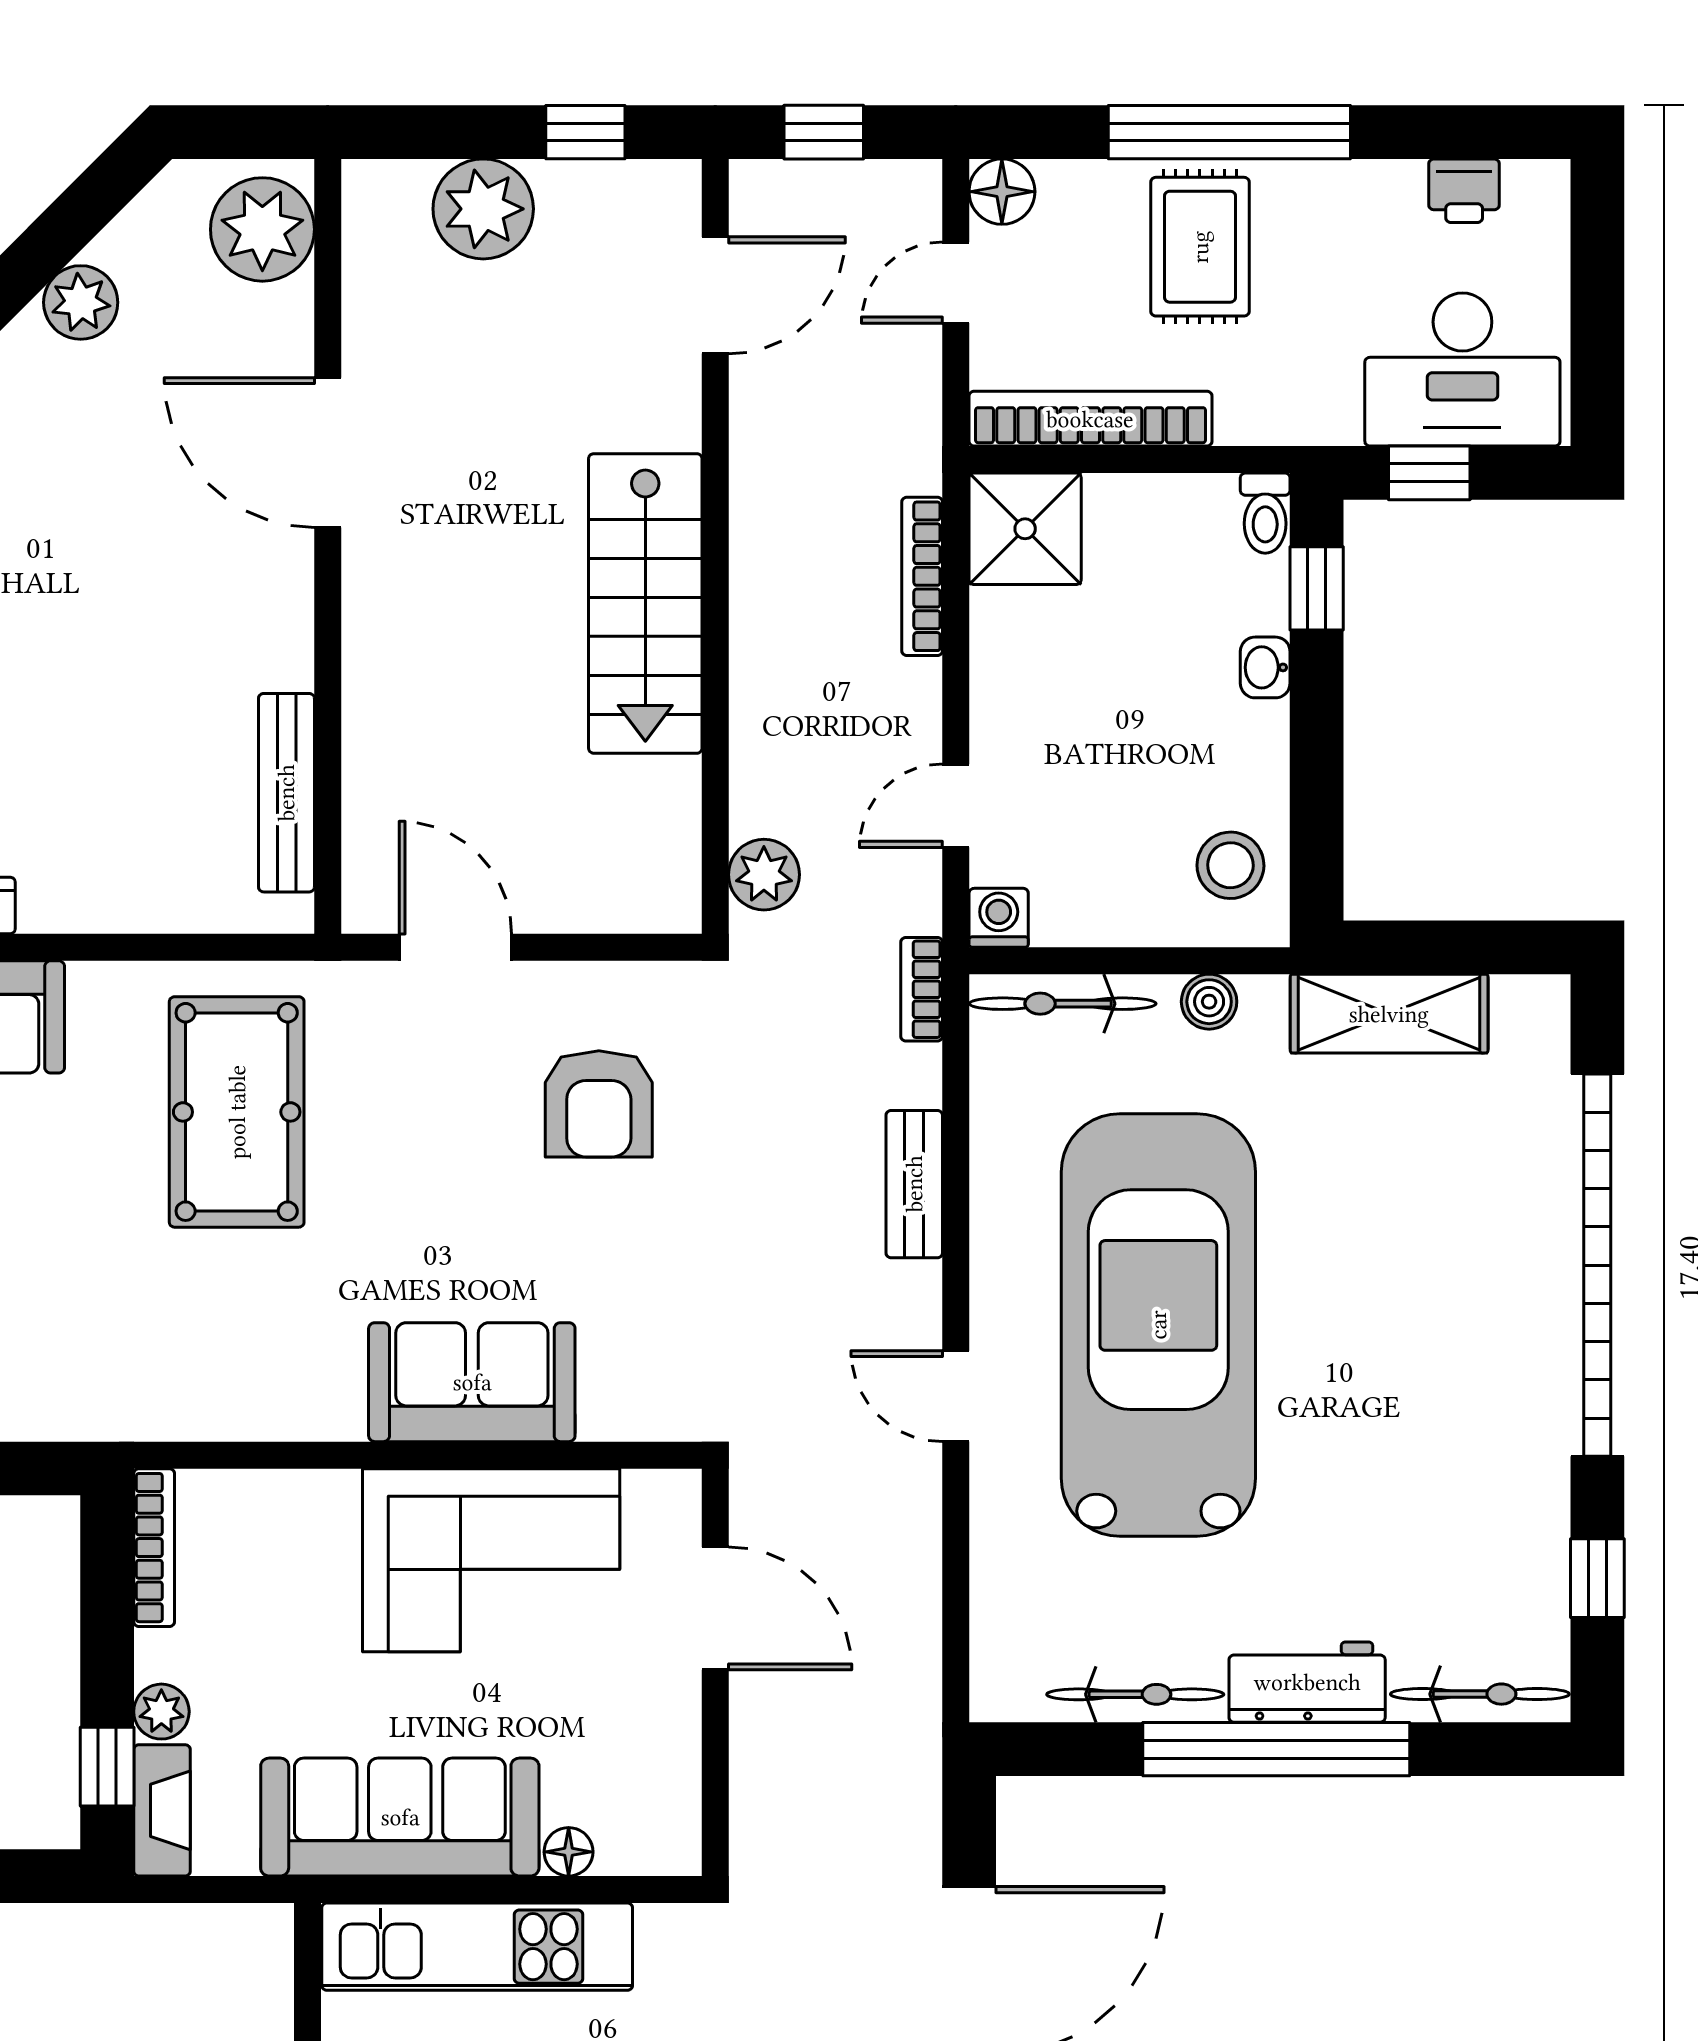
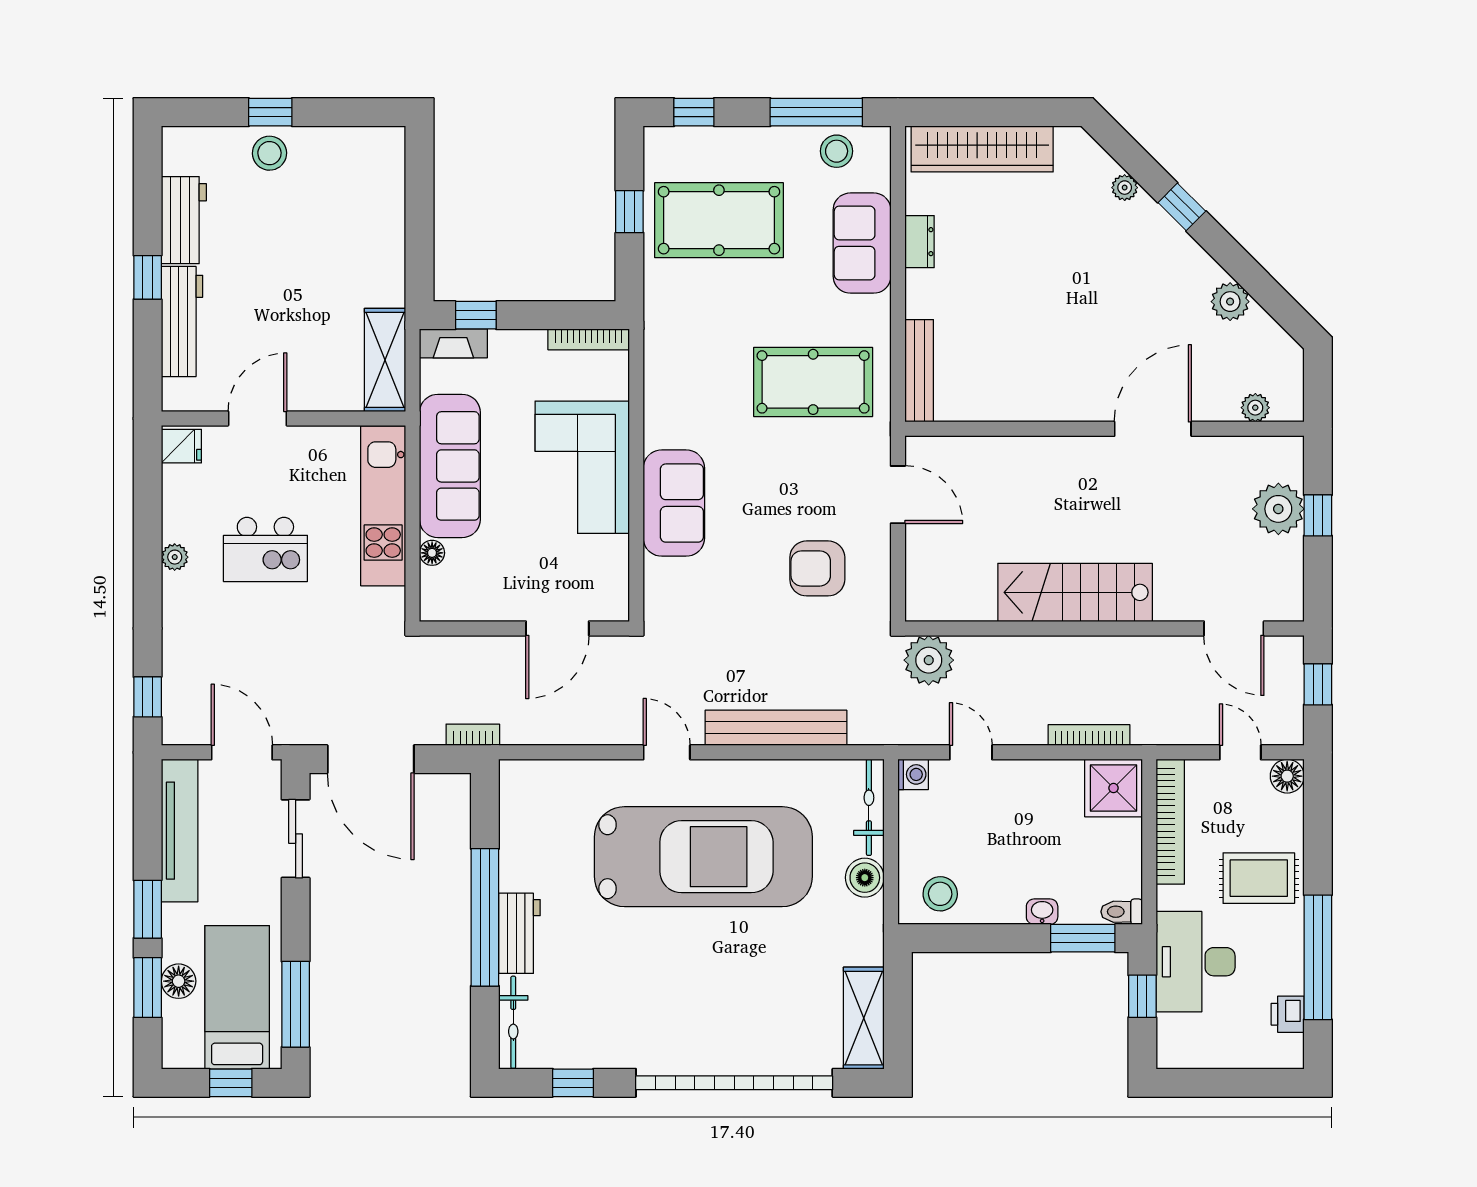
window: (585, 132) -> (1318, 515), moved
window: (1229, 132) -> (1318, 957), moved
plant: (262, 229) -> (1255, 408), width x0.53, depth x0.53
desk: (1462, 370) -> (1196, 962), moved
window: (1317, 588) -> (1083, 938), width x1.50
bench: (286, 793) -> (919, 371), moved, turned 90
plant: (764, 875) -> (929, 660), width x1.36, depth x1.36
door: (455, 947) -> (898, 495), hinge flipped
bookcase: (922, 989) -> (473, 735), moved
boiler: (1209, 1002) -> (865, 878), width x1.36, depth x1.36
shelving: (1389, 1014) -> (864, 1018), moved
bench: (914, 1184) -> (776, 728), width x1.86, depth x1.21
door: (956, 1396) -> (667, 752), hinge flipped
corner sofa: (491, 1560) -> (582, 467), moved
bicycle: (1135, 1694) -> (513, 845), removed
plant: (161, 1712) -> (504, 343), removed
shelving: (194, 1943) -> (385, 360), added

